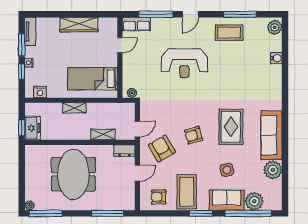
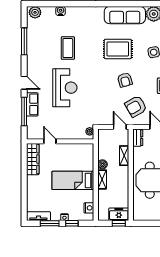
row of seats: (137, 24) -> (32, 104), moved
wardrobe: (79, 25) -> (33, 159), moved
coffee table: (229, 33) -> (68, 48), moved
bed: (93, 79) -> (73, 180), moved, turned 90
boiler: (92, 108) -> (102, 164), added

